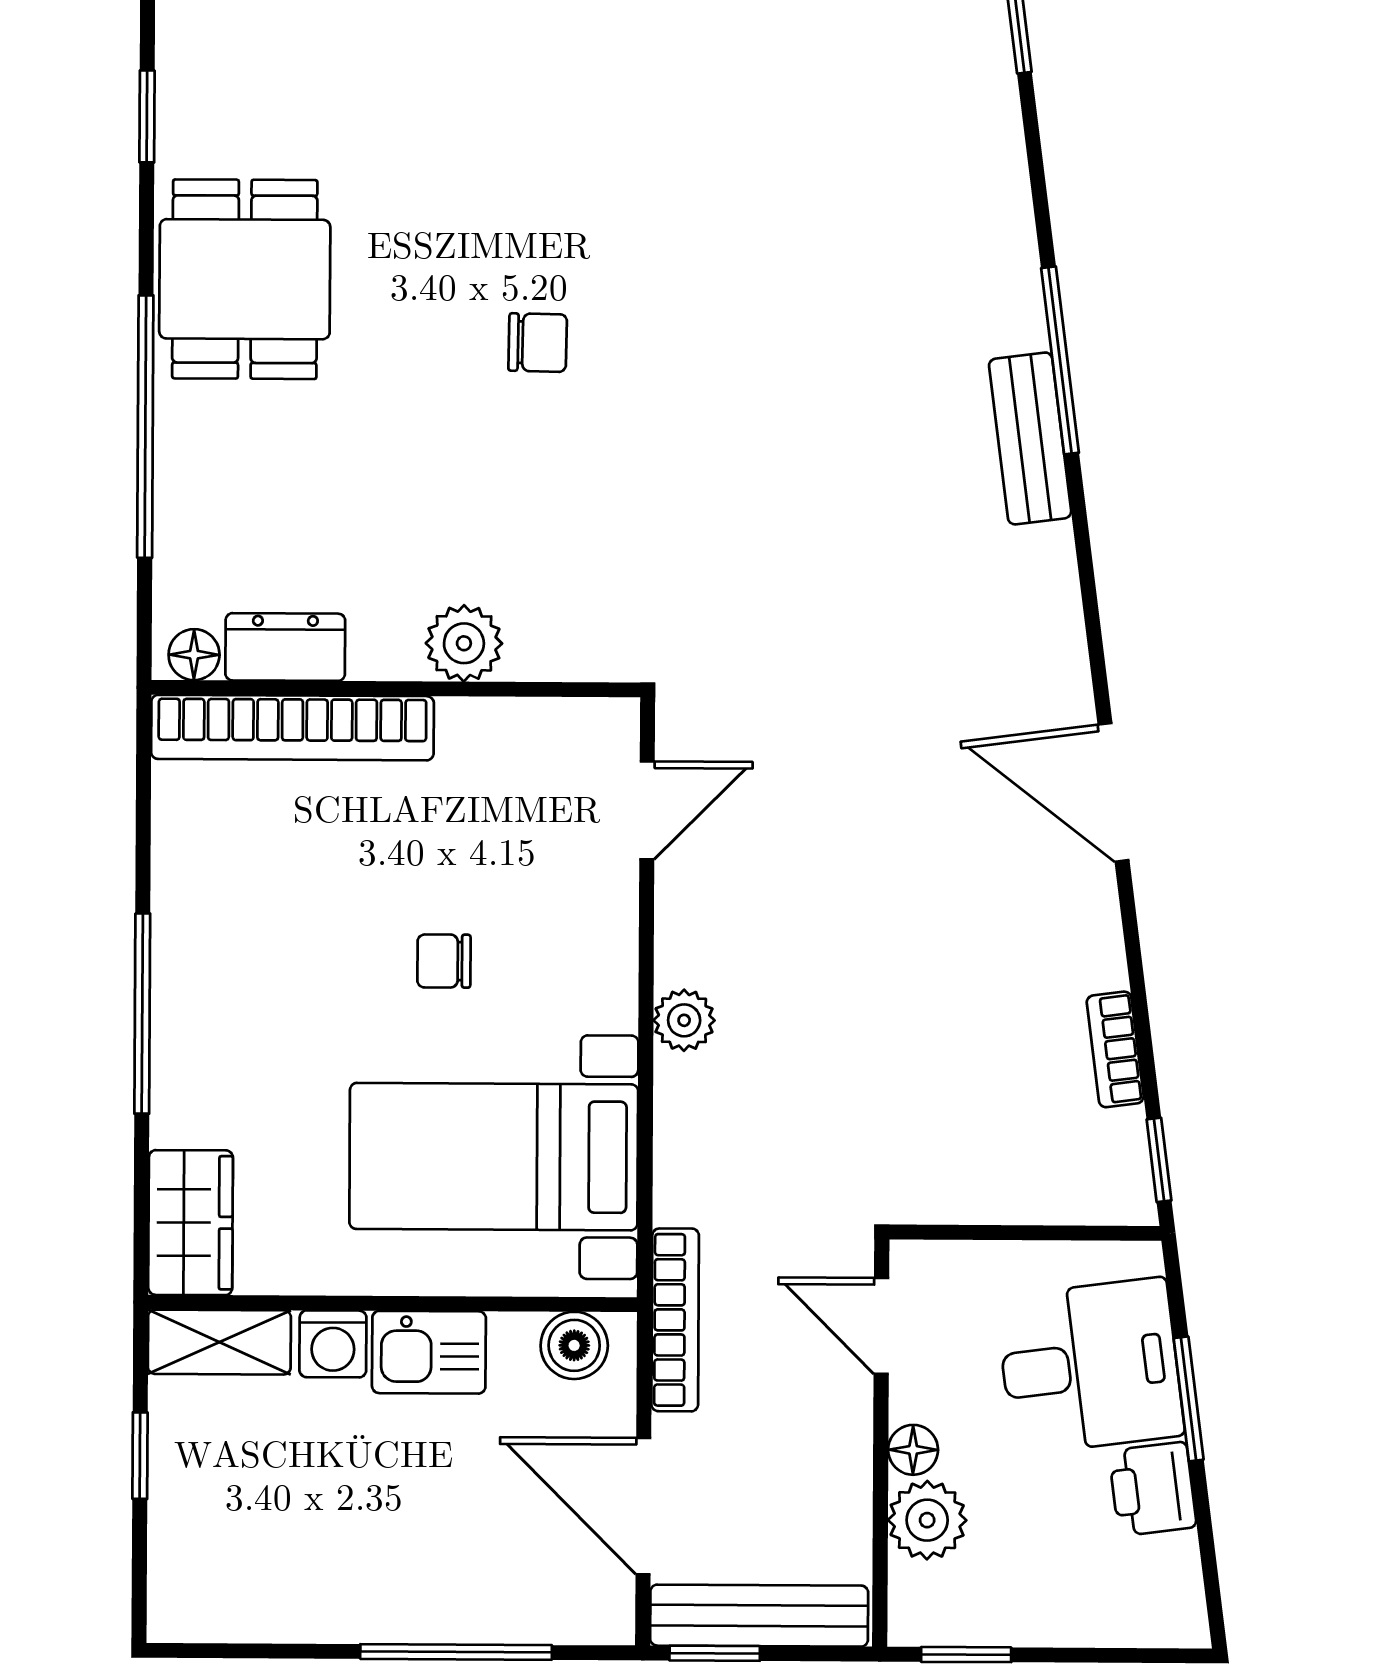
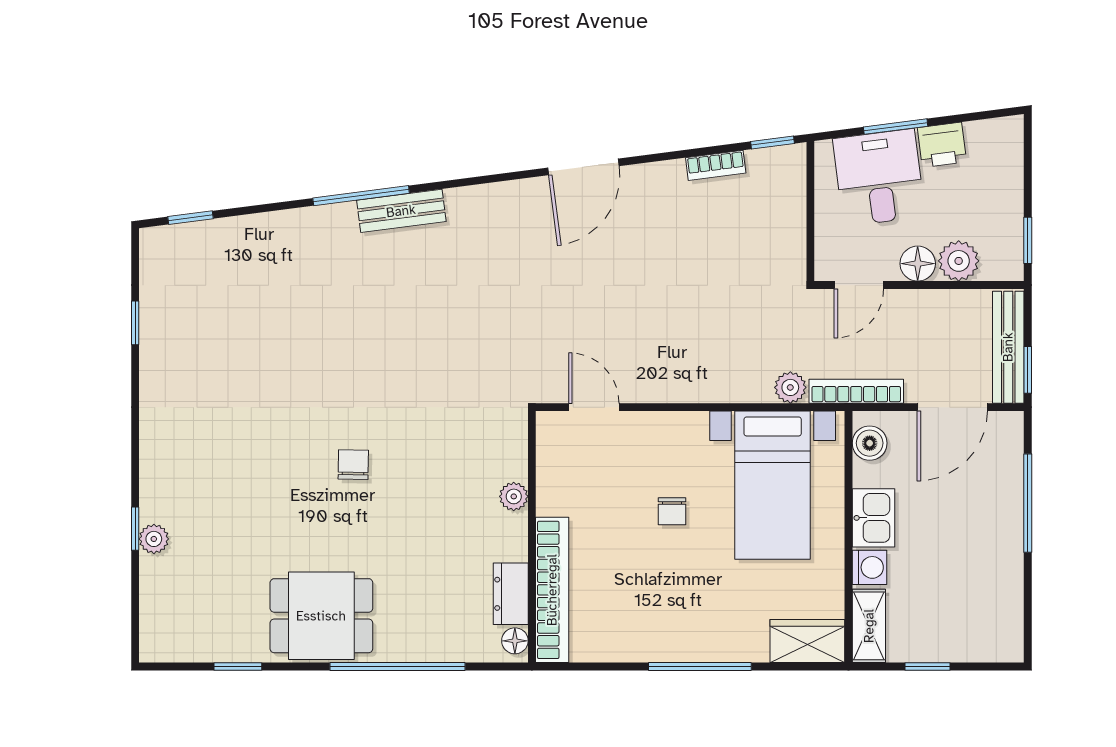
plant: (464, 643) -> (514, 496), width x0.73, depth x0.73
plant: (684, 1020) -> (790, 387), moved
floor lamp: (913, 1450) -> (918, 264), width x1.37, depth x1.37

